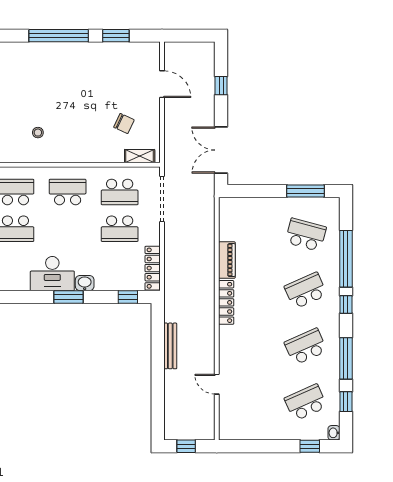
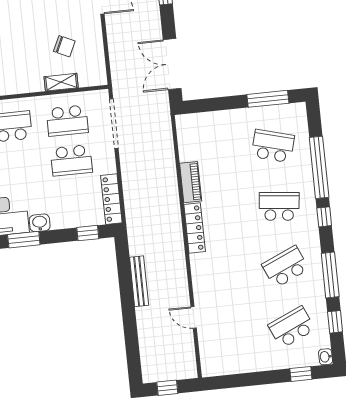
shelving: (140, 156) -> (61, 82), moved
school desk: (306, 291) -> (279, 206), turned 30

